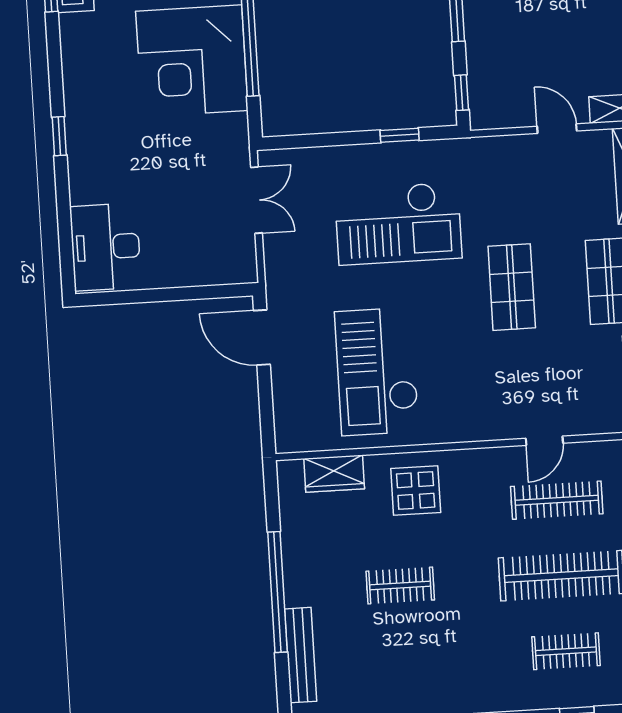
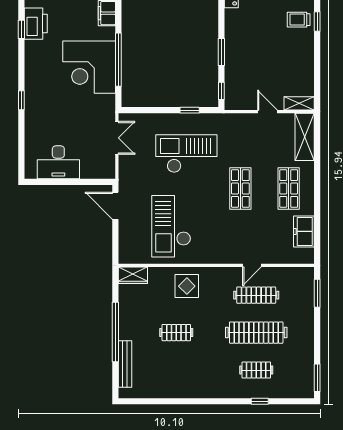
checkout: (398, 223) -> (186, 154), turned 180
desk: (106, 247) -> (58, 162), moved, turned -90
wardrobe: (334, 474) -> (133, 275), moved

